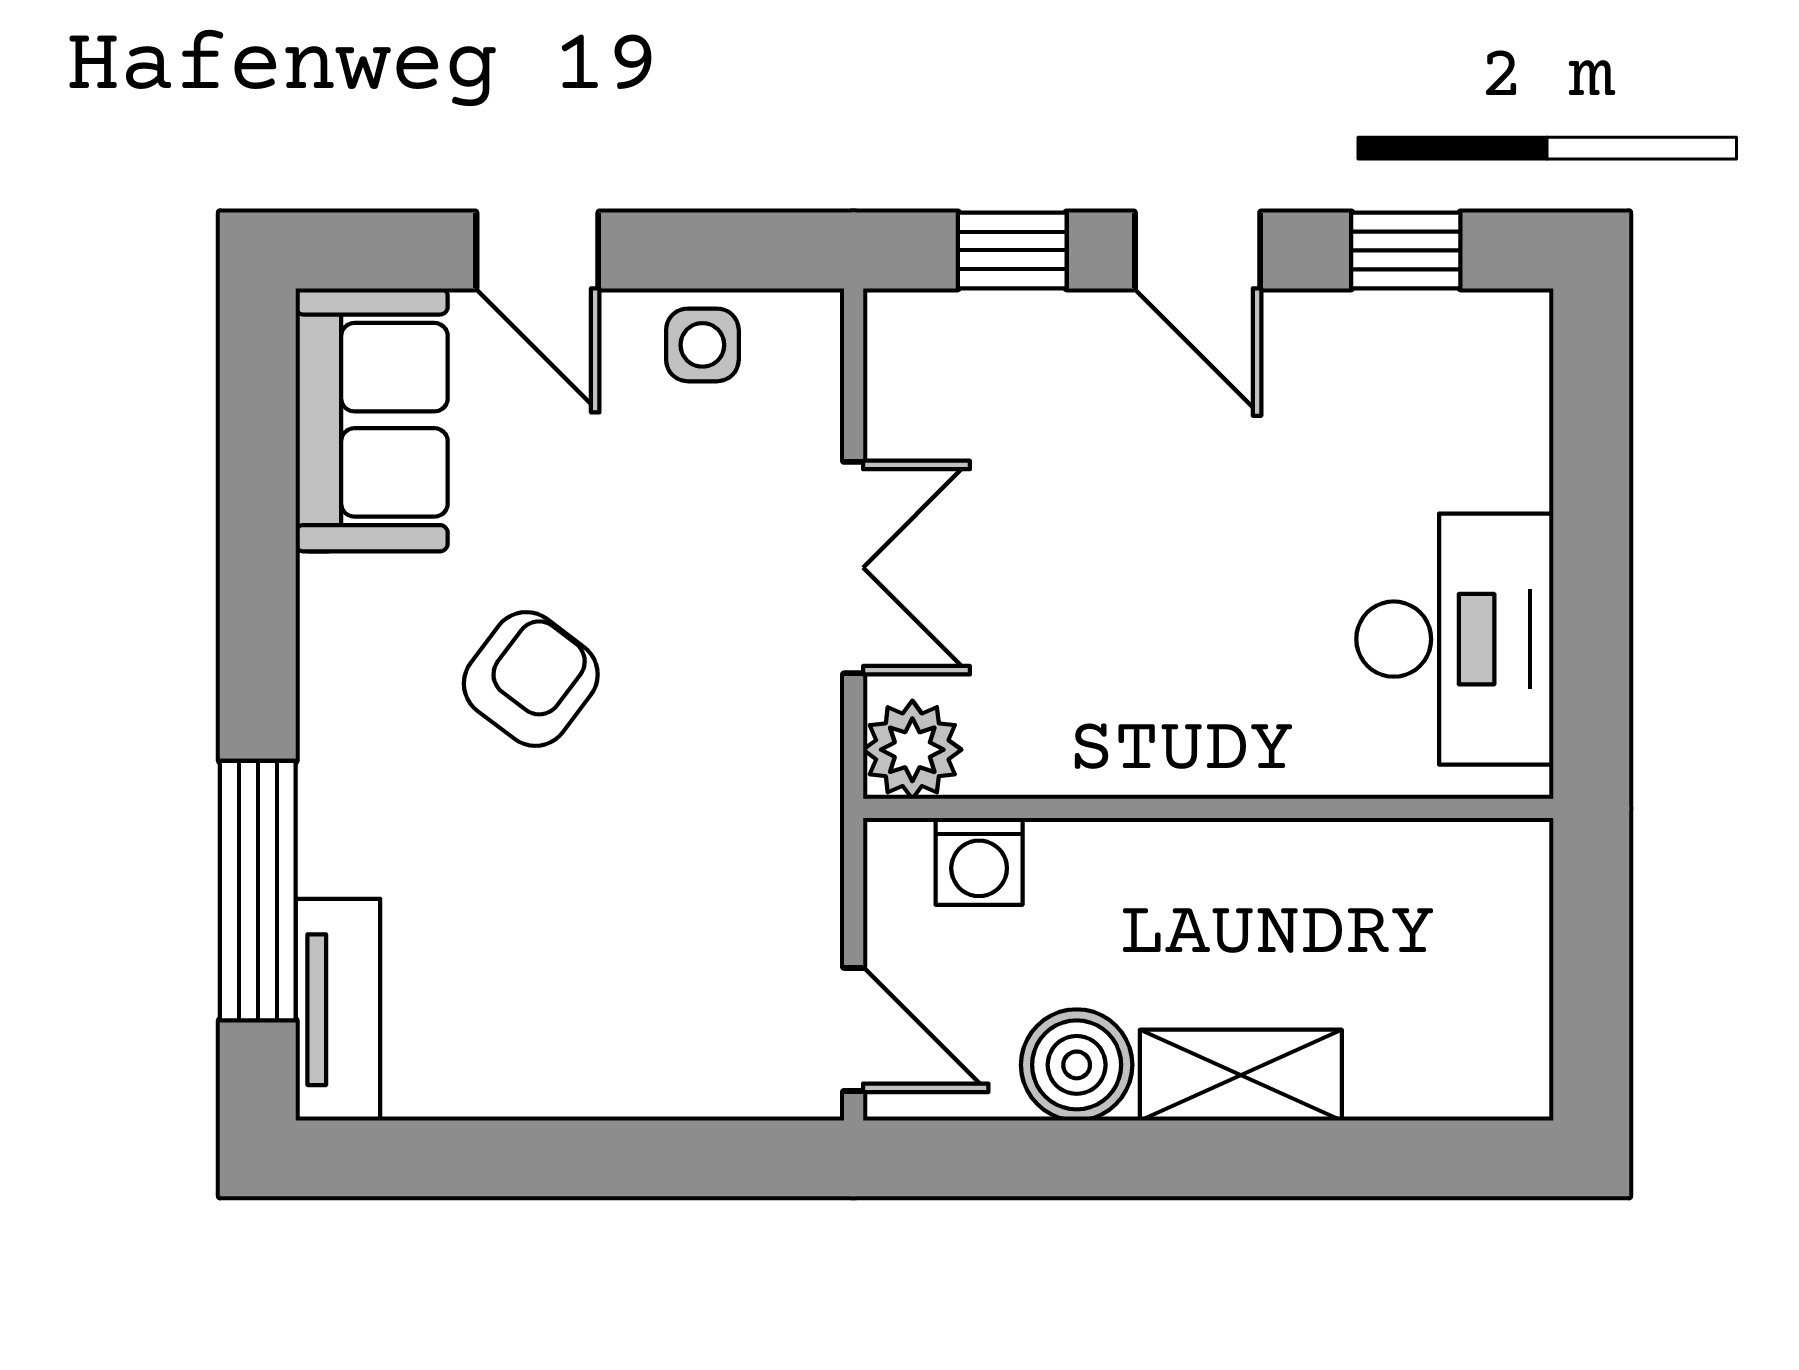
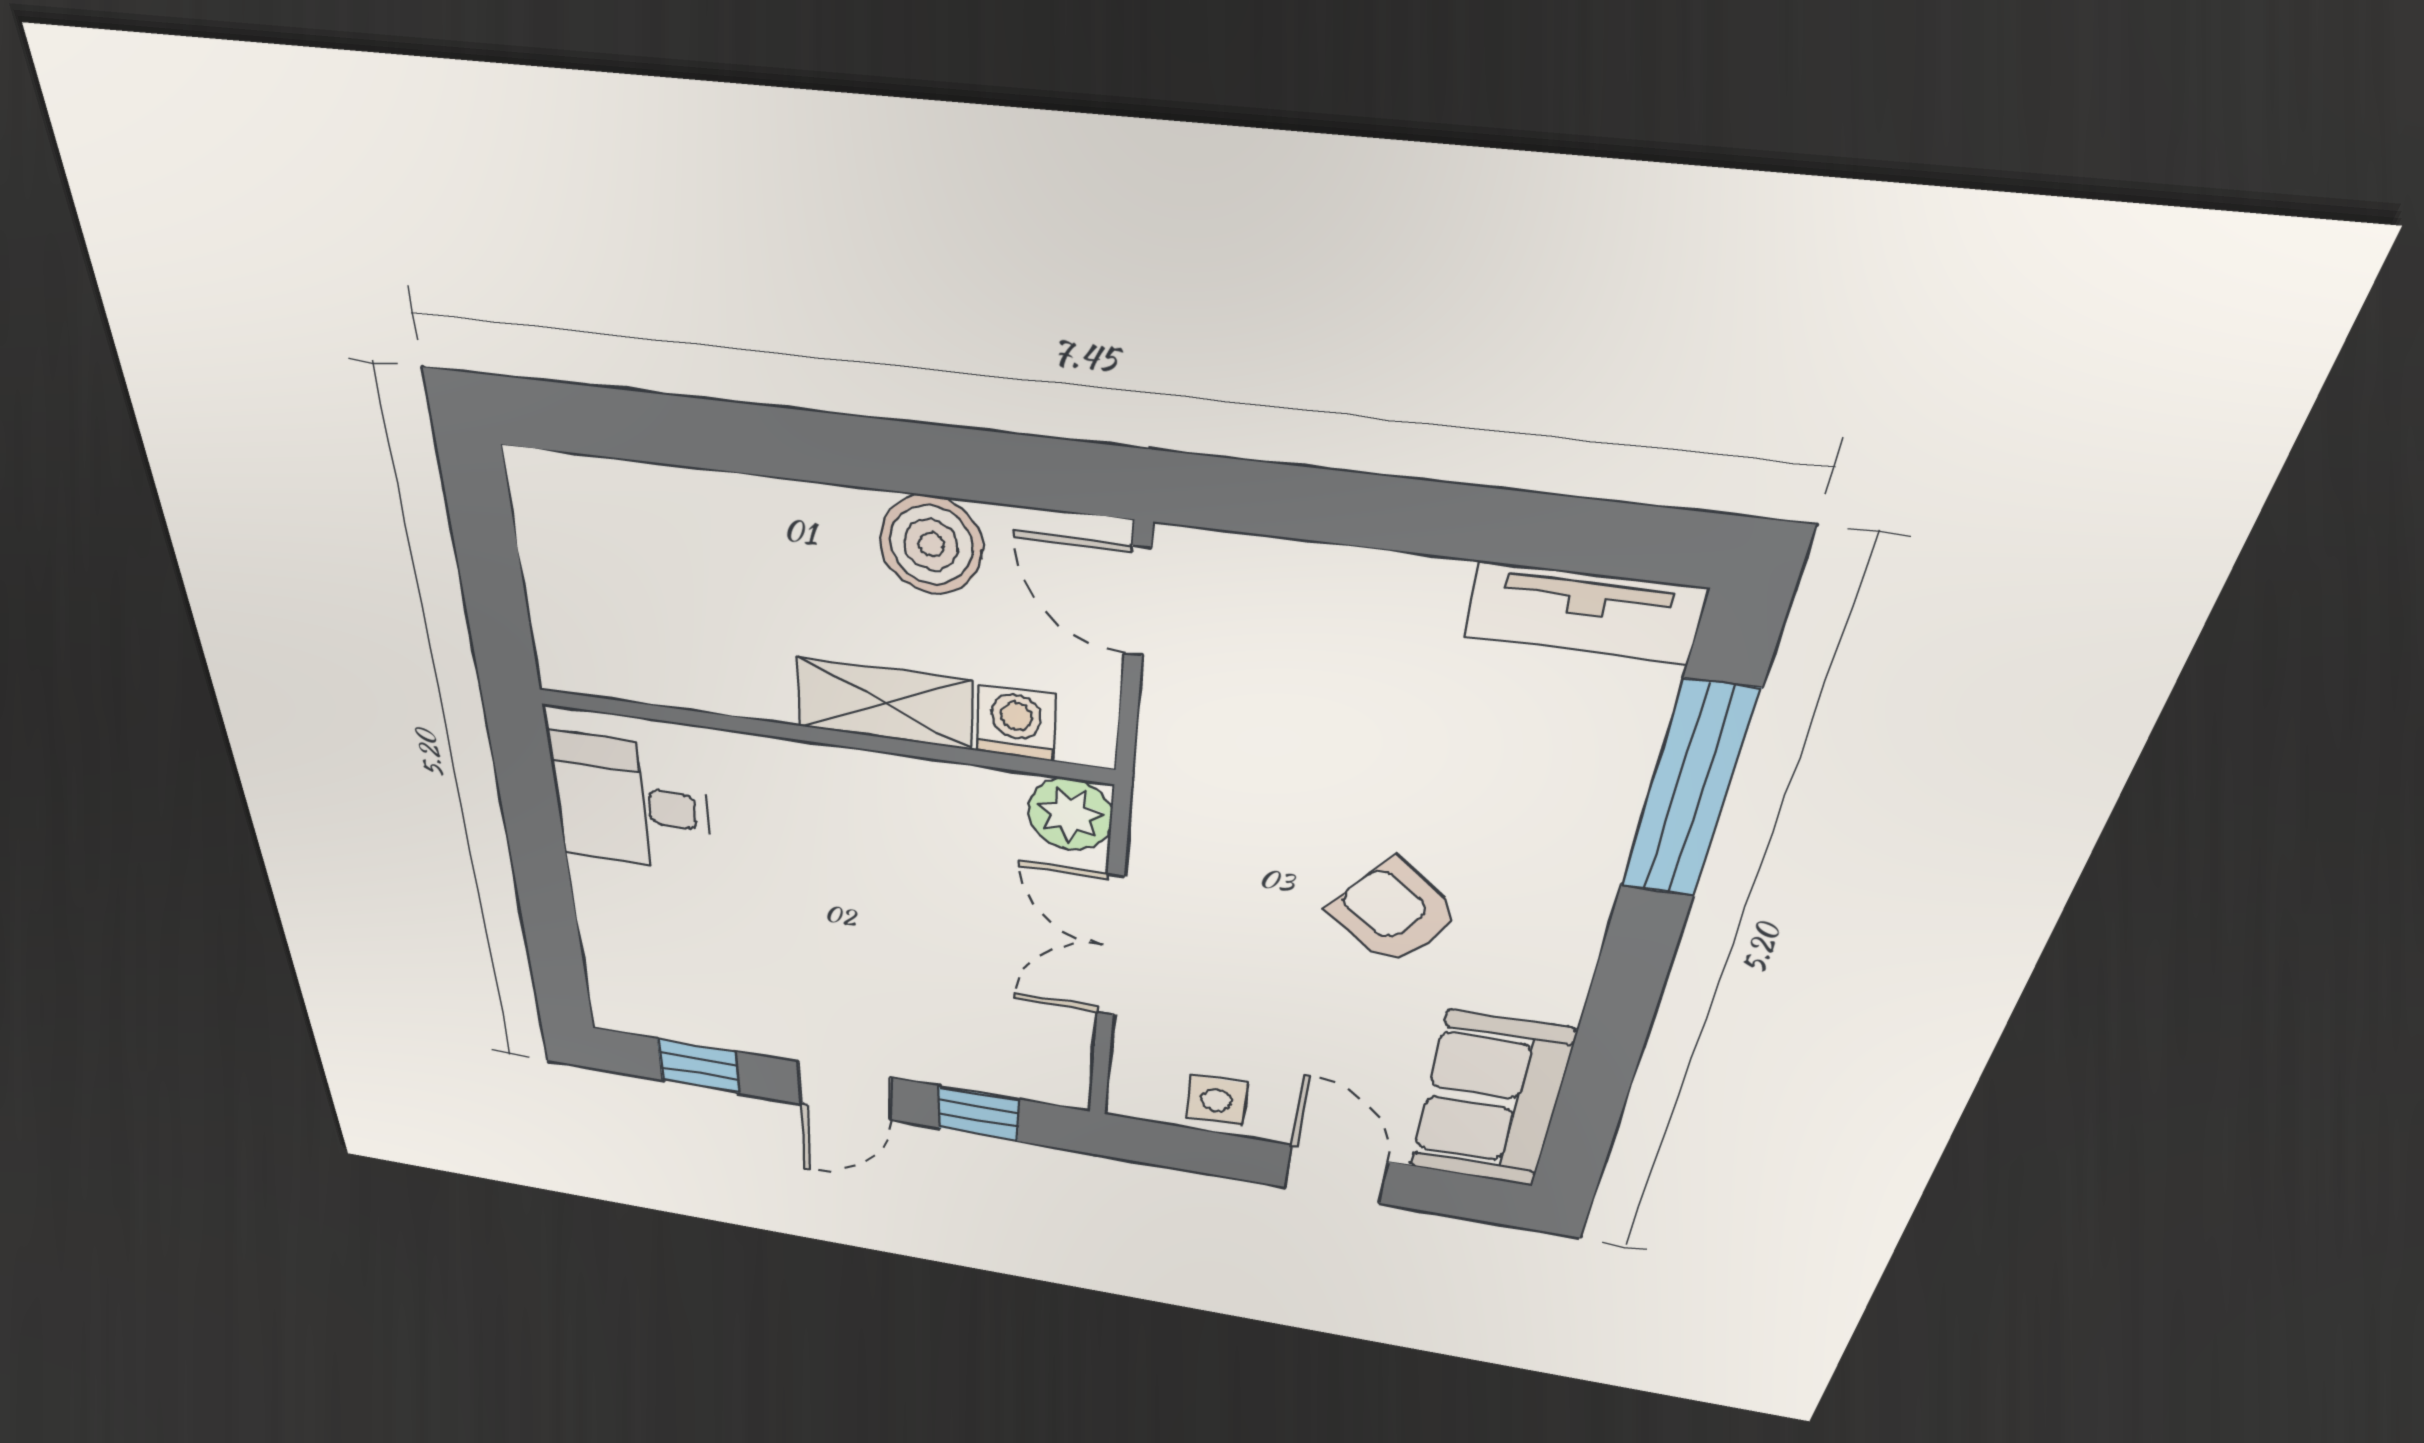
door: (1198, 250) -> (845, 1091), swing flipped
desk: (1455, 639) -> (632, 803), width x0.73
armchair: (531, 679) -> (1394, 912), turned 91
tv unit: (338, 1010) -> (1584, 613), moved, turned -90
shelving: (1241, 1075) -> (885, 704), moved

